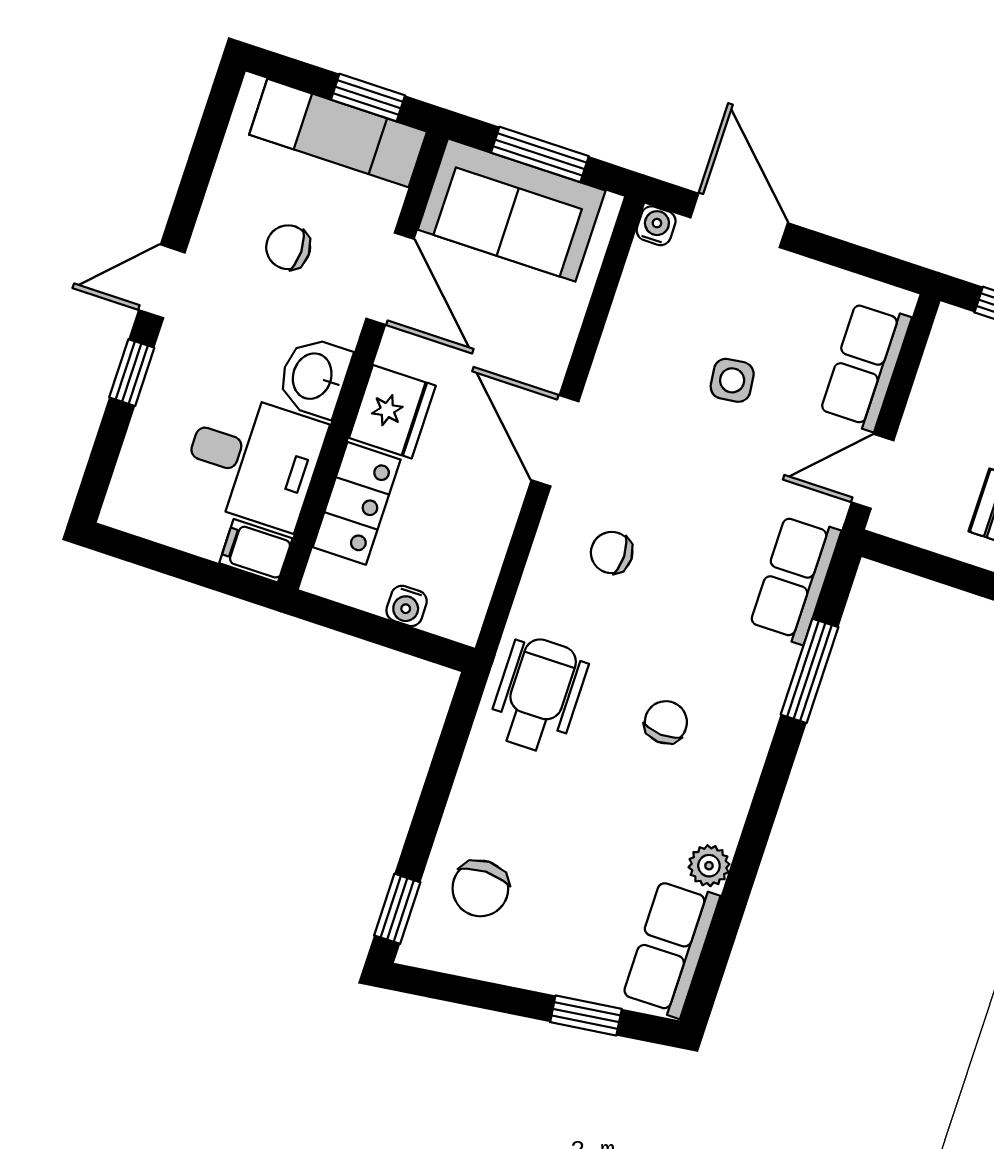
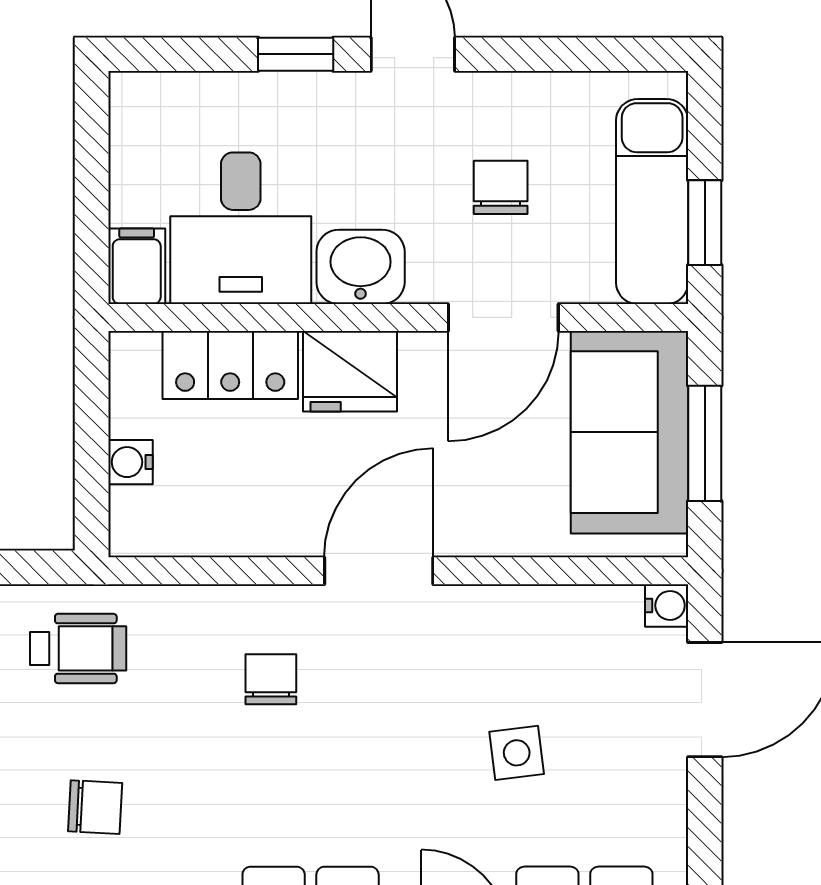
wheelchair: (538, 695) -> (78, 648), width x0.73, depth x0.73

